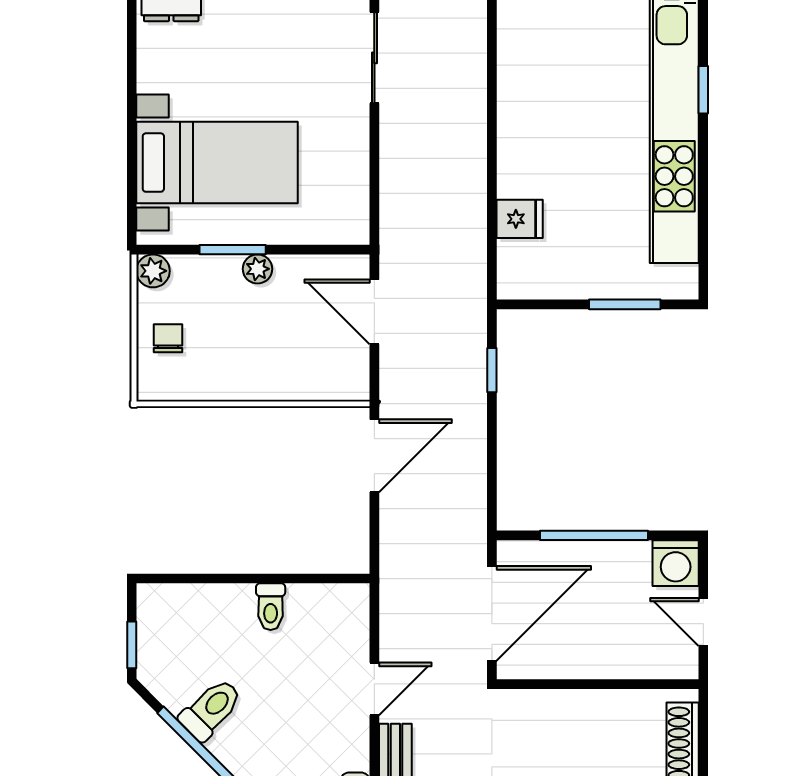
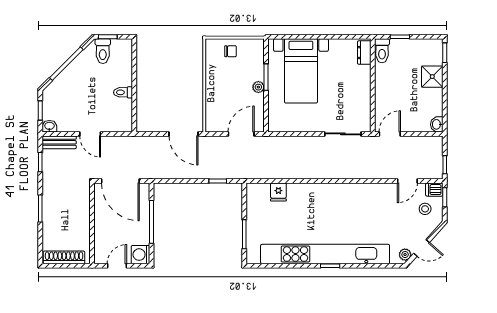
plant: (153, 271) -> (258, 45), removed
toilet: (211, 709) -> (103, 51), moved, turned 45

